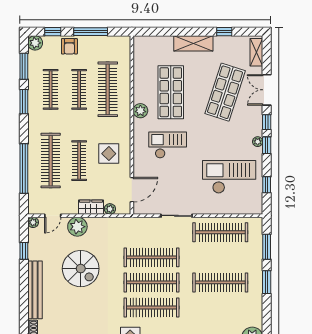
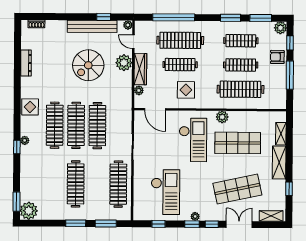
shelving: (160, 42) -> (281, 134), added
shop shelf: (225, 92) -> (237, 189), turned -30
checkout: (168, 145) -> (193, 140), width x1.36, depth x1.21
wardrobe: (91, 207) -> (140, 69), width x1.50
bench: (35, 290) -> (92, 26), moved

